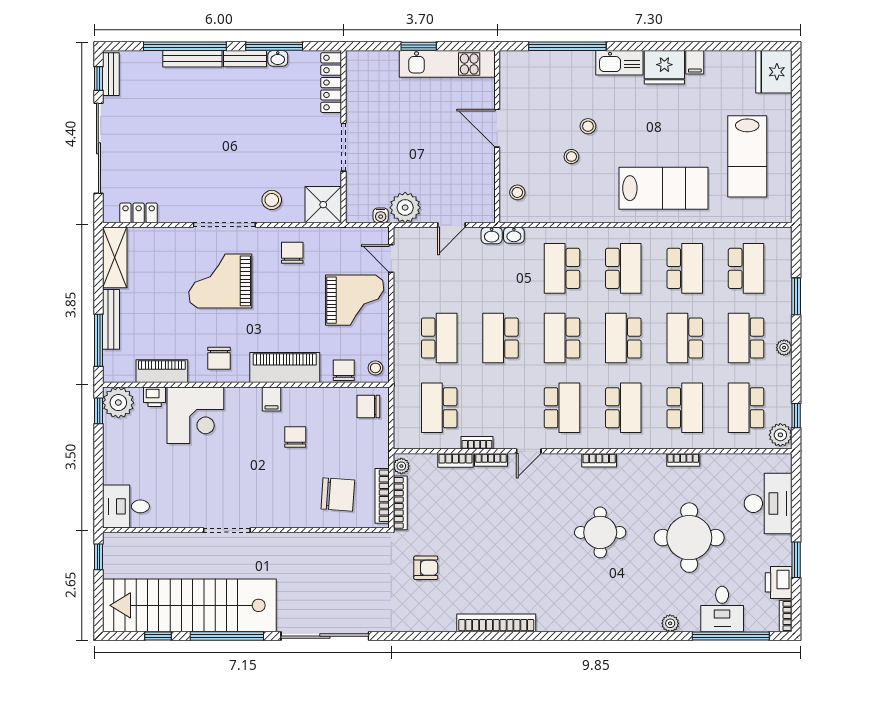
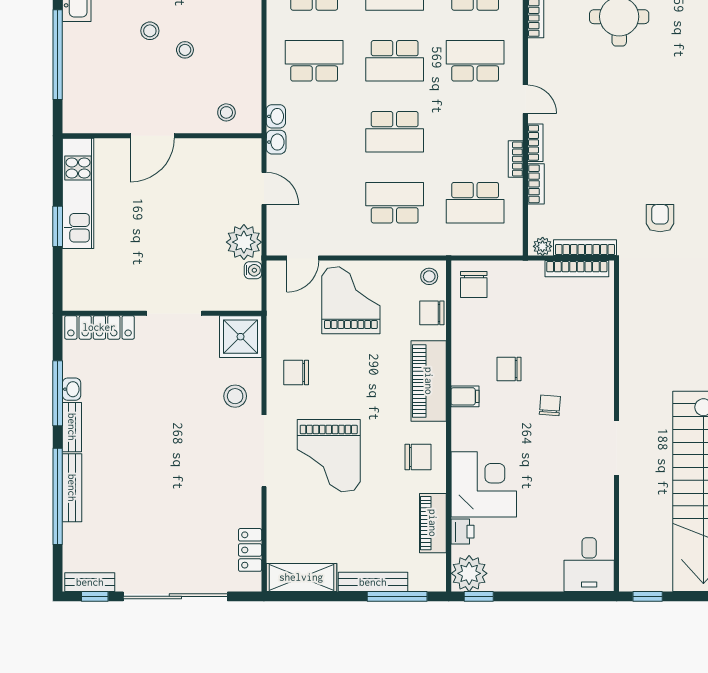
school desk: (562, 268) -> (314, 61), turned 180
chair: (338, 495) -> (550, 405), moved, width x0.54, depth x0.54

